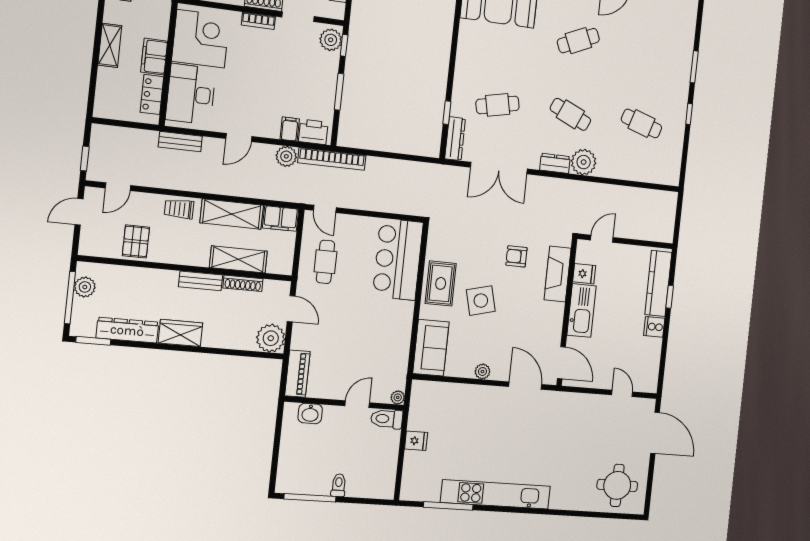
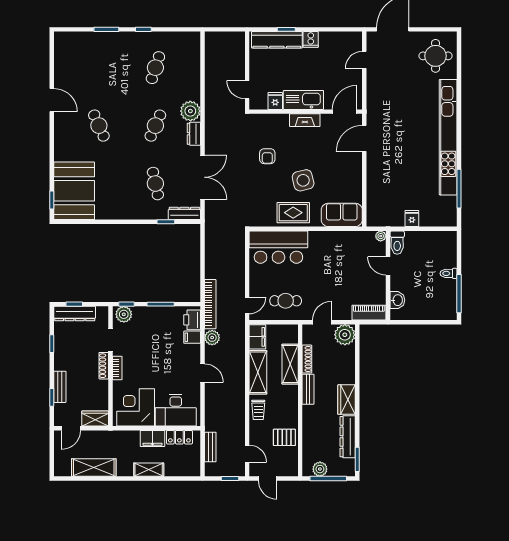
bench: (180, 142) -> (210, 447), moved
fireplace: (558, 274) -> (305, 120), moved, width x0.73, depth x0.76
plant: (482, 371) -> (356, 173), removed
kitchen unit: (496, 494) -> (448, 137), width x1.36

